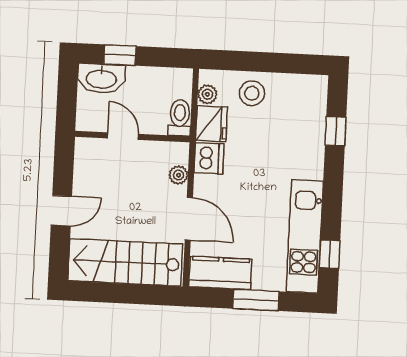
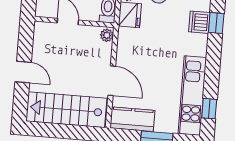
dishwasher: (209, 158) -> (199, 22), moved, turned 180
plant: (178, 175) -> (107, 35), moved
door: (61, 211) -> (23, 72), hinge flipped

